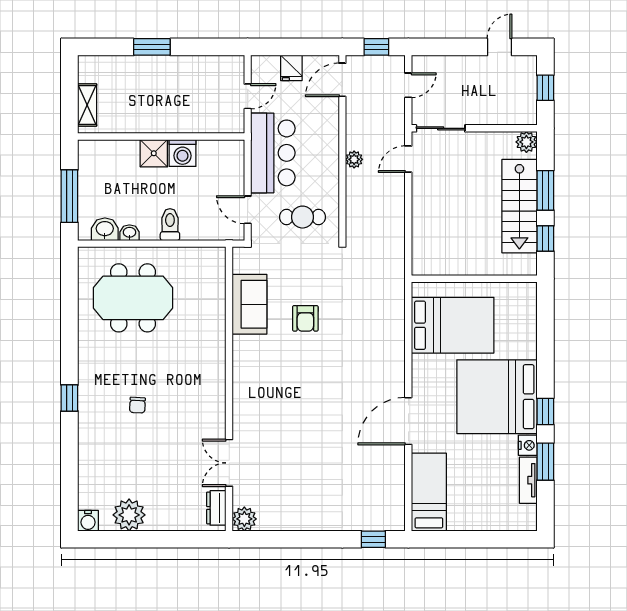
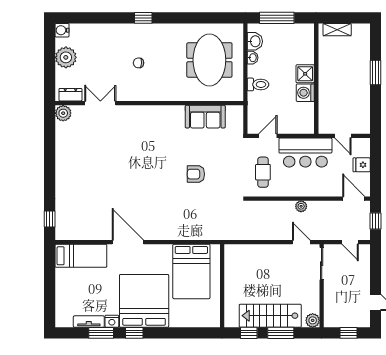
sofa: (250, 304) -> (205, 117), moved
wall: (229, 389) -> (149, 103), moved
double door: (229, 463) -> (100, 103), moved
dresser: (216, 508) -> (70, 95), moved
plant: (244, 519) -> (63, 113), moved

